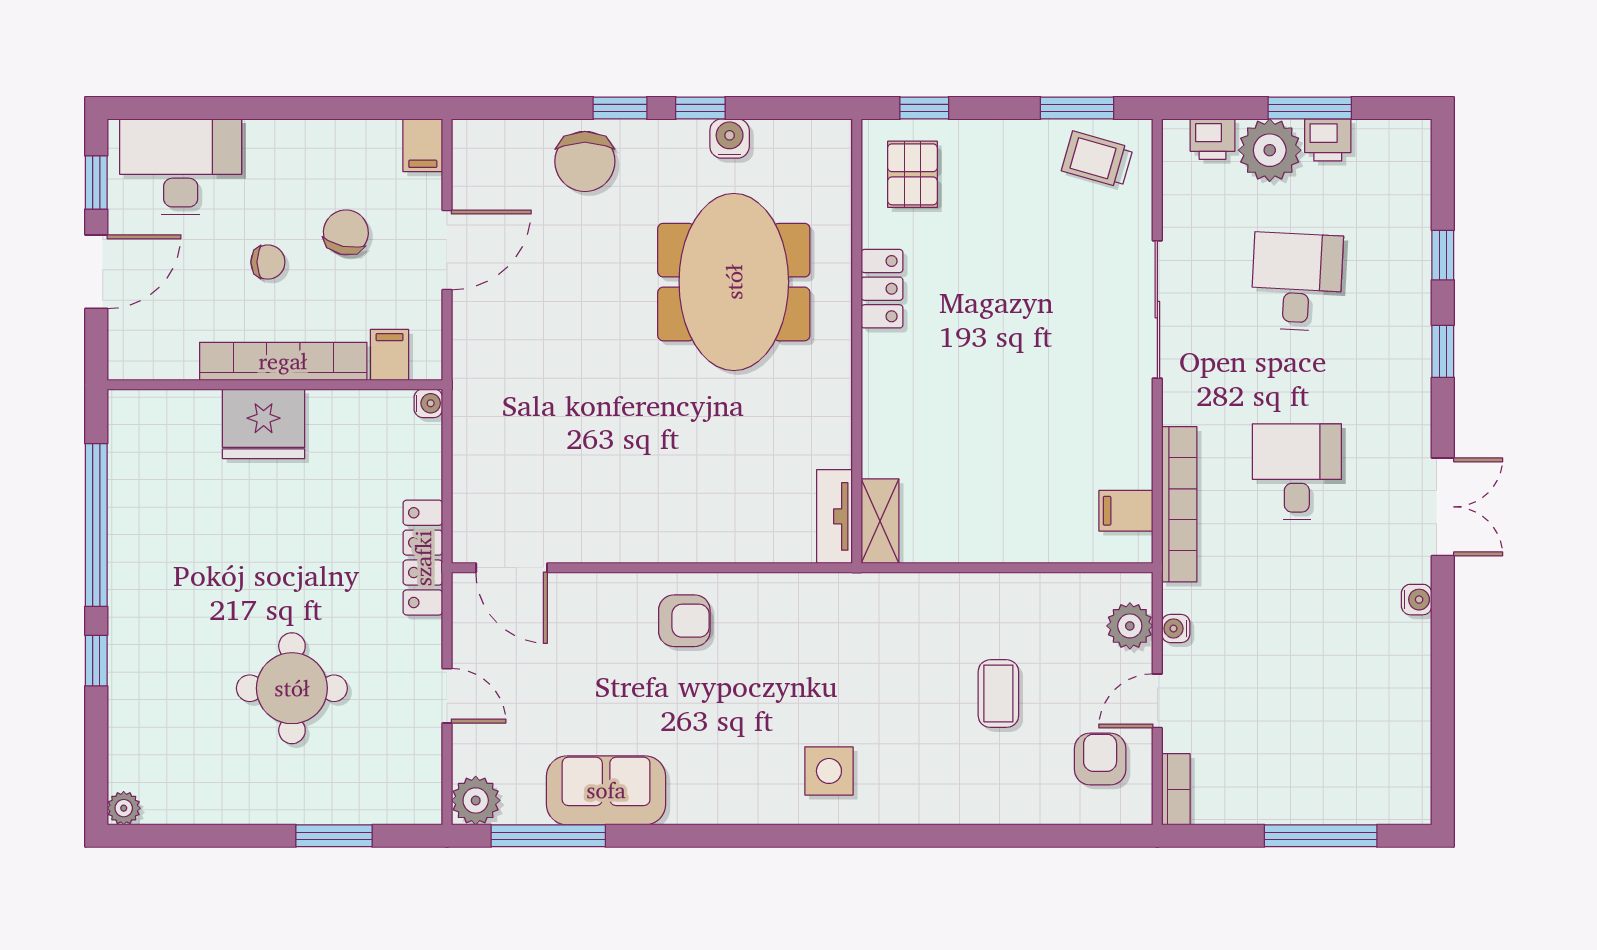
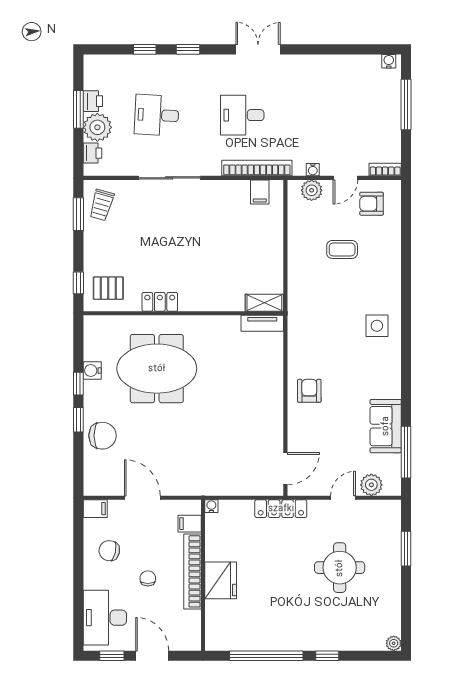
chair: (346, 232) -> (109, 551), moved
water cooler: (1417, 600) -> (389, 61), moved
door: (1157, 701) -> (345, 178), hinge flipped
plant: (476, 800) -> (371, 485), moved

